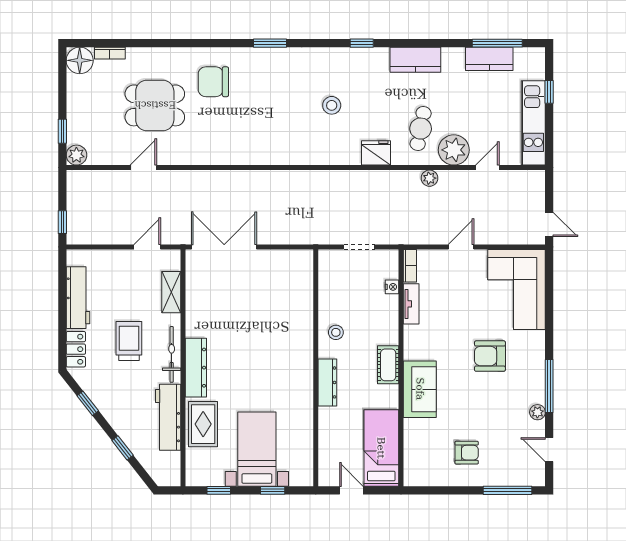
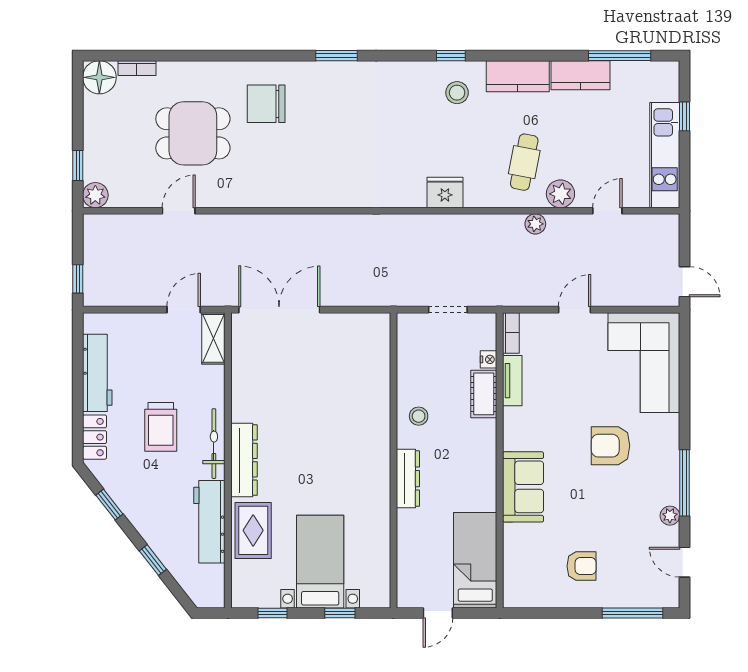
kitchen counter: (489, 59) -> (580, 75), moved
stool: (332, 105) -> (457, 93), moved
plant: (454, 150) -> (560, 194), width x0.73, depth x0.73
fridge: (376, 153) -> (445, 192), moved
shelving: (171, 292) -> (213, 338), moved
trolley: (129, 341) -> (161, 427), turned 180
cot: (388, 365) -> (484, 394), moved
door: (351, 490) -> (438, 613), swing flipped

